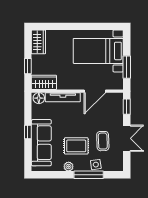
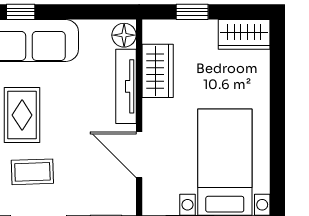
wardrobe: (44, 82) -> (158, 71), moved
window: (28, 132) -> (21, 12), moved

